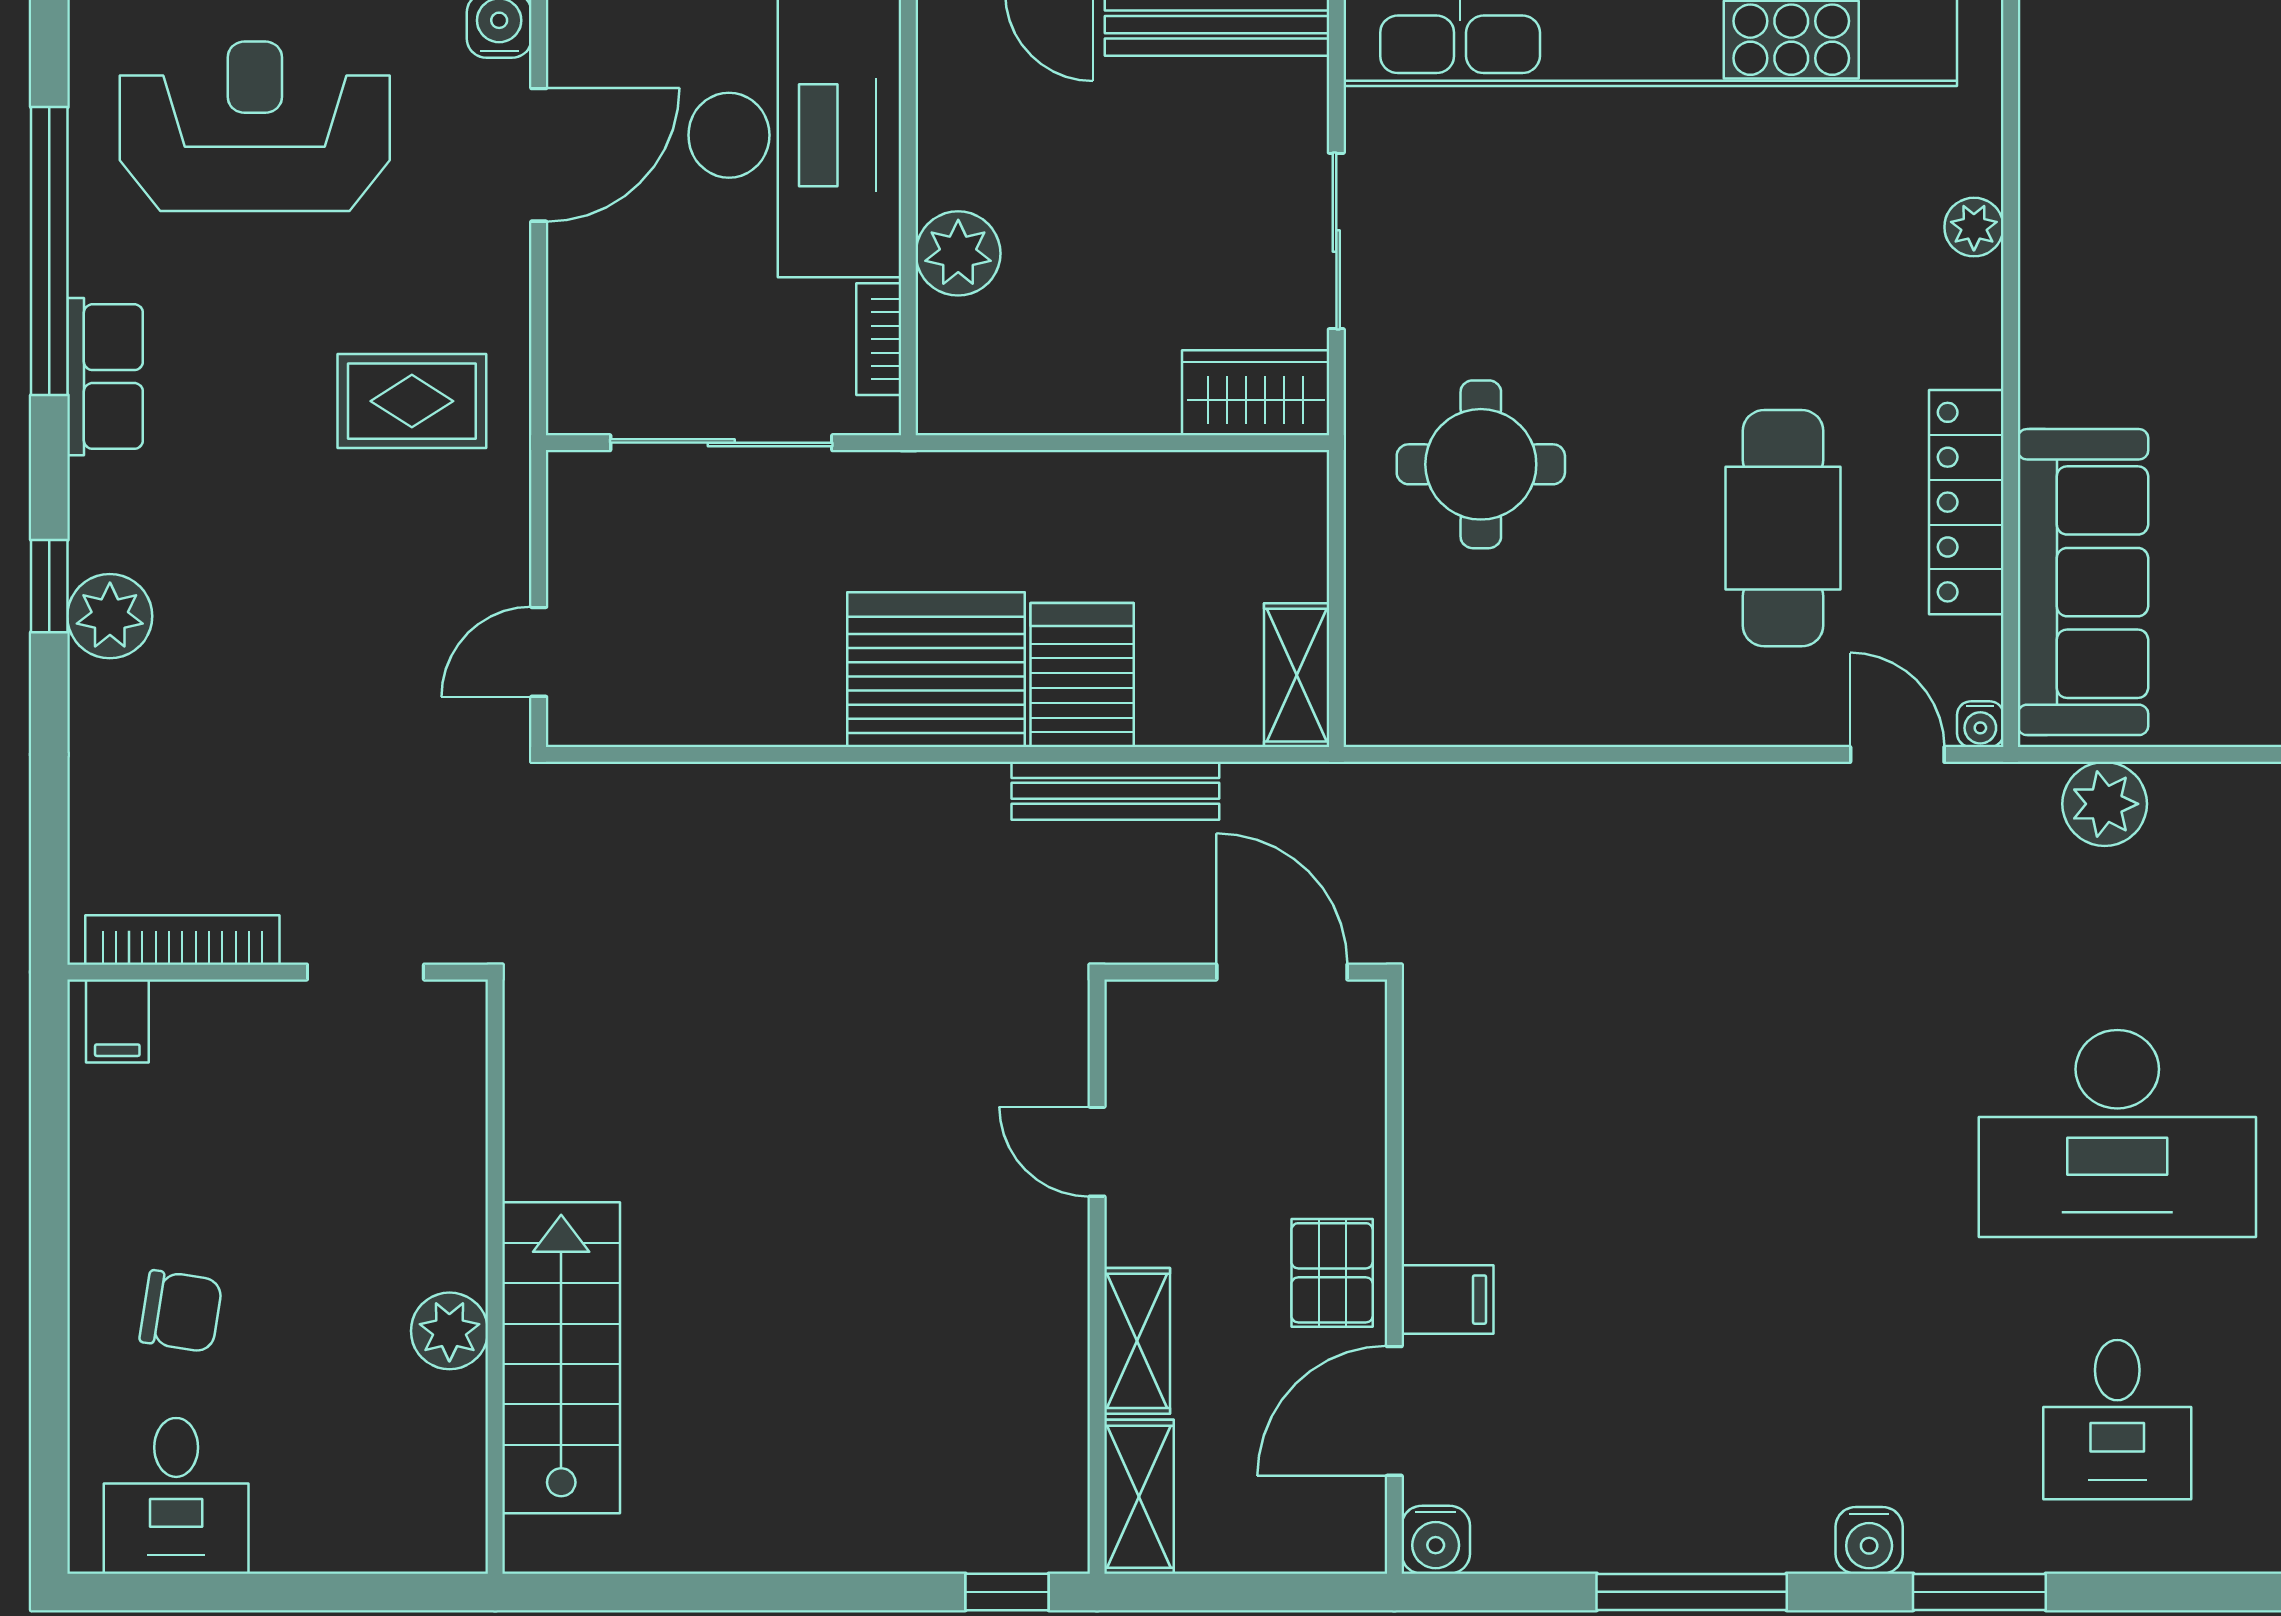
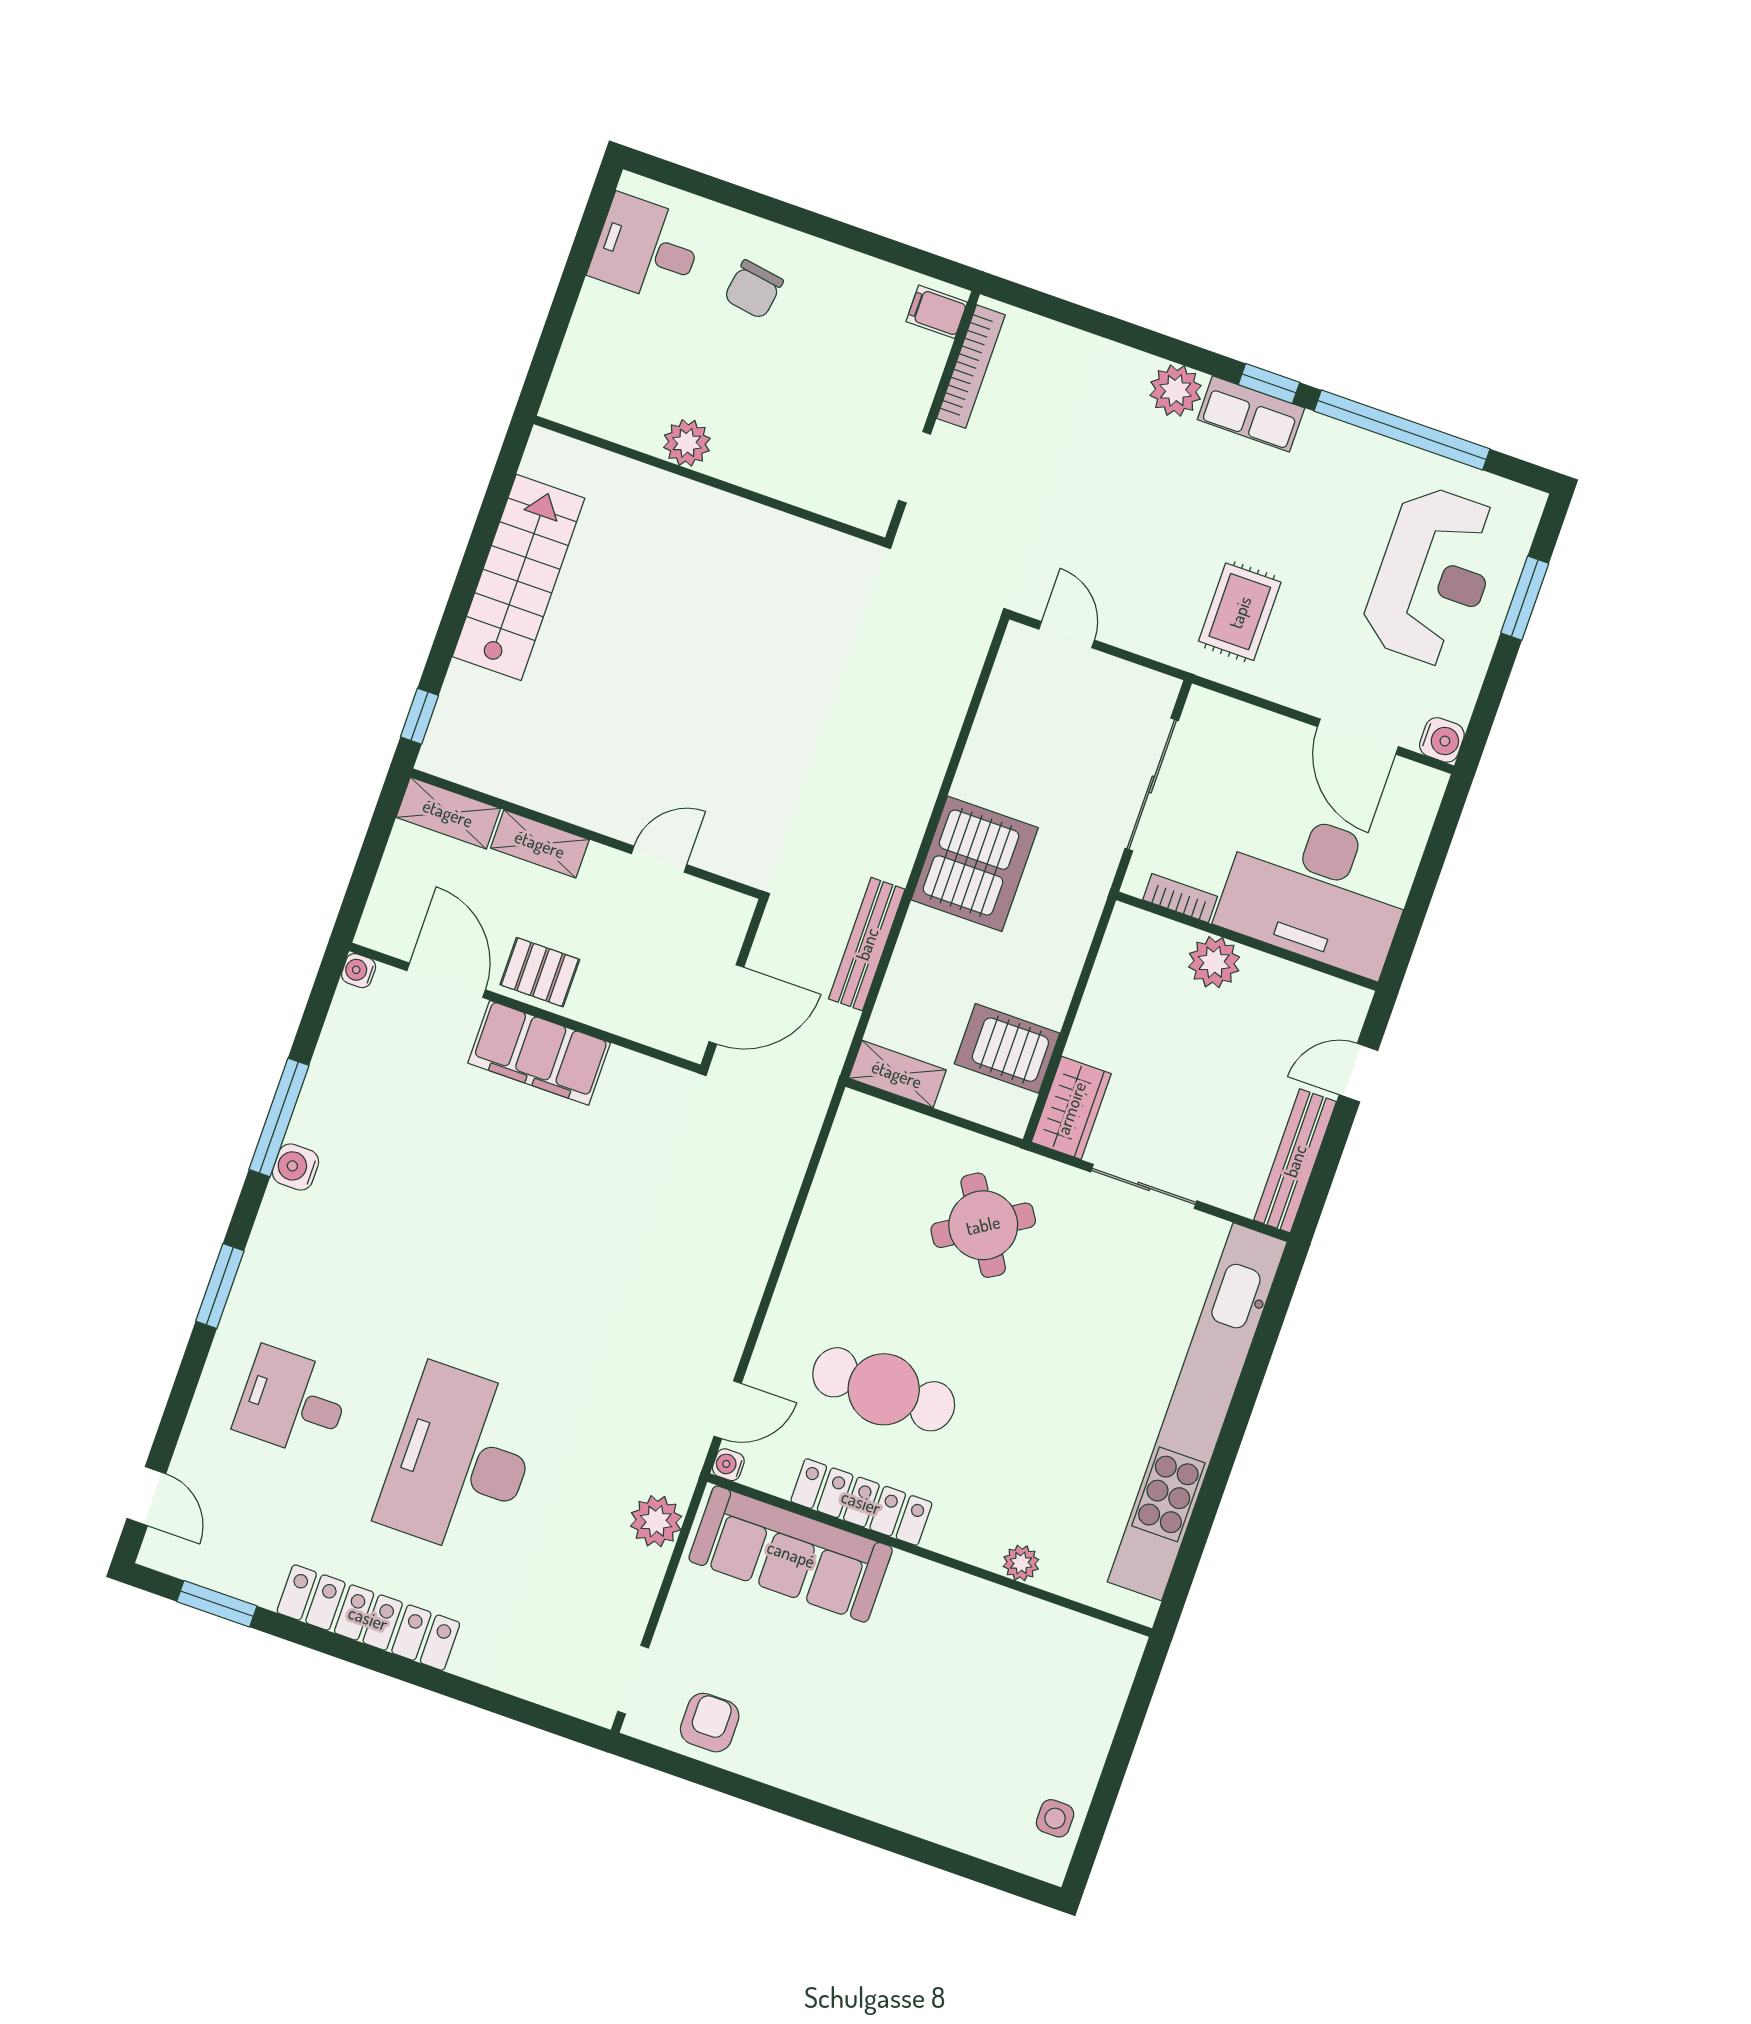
row of seats: (105, 377) -> (1251, 414), moved
round table: (1481, 464) -> (983, 1225), turned -32
window: (49, 586) -> (1269, 383), moved
server rack: (1082, 675) -> (1007, 1048), moved, turned 180
filing cabinet: (1447, 1300) -> (539, 1053), width x3.00, depth x1.17
stairs: (561, 1358) -> (519, 577), moved, turned -90
water cooler: (1436, 1540) -> (359, 971), width x0.72, depth x0.72
water cooler: (1869, 1540) -> (296, 1167), moved

